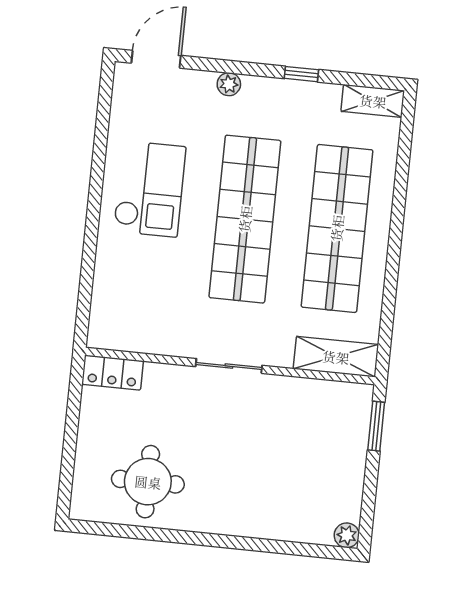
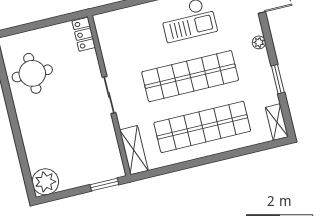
window: (301, 74) -> (278, 79), width x1.50
plant: (347, 535) -> (45, 182), width x1.88, depth x1.88

